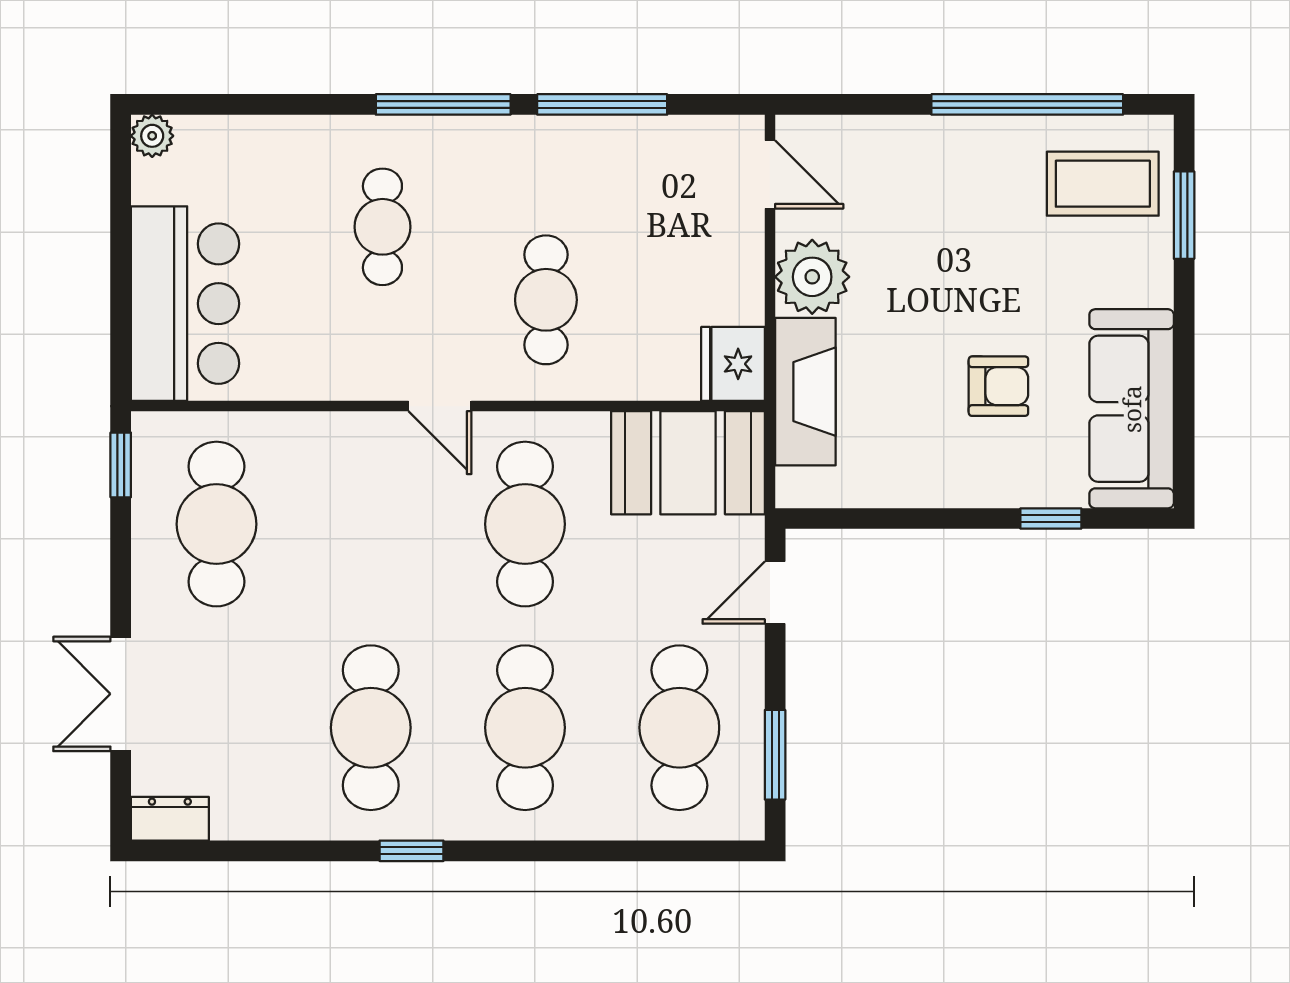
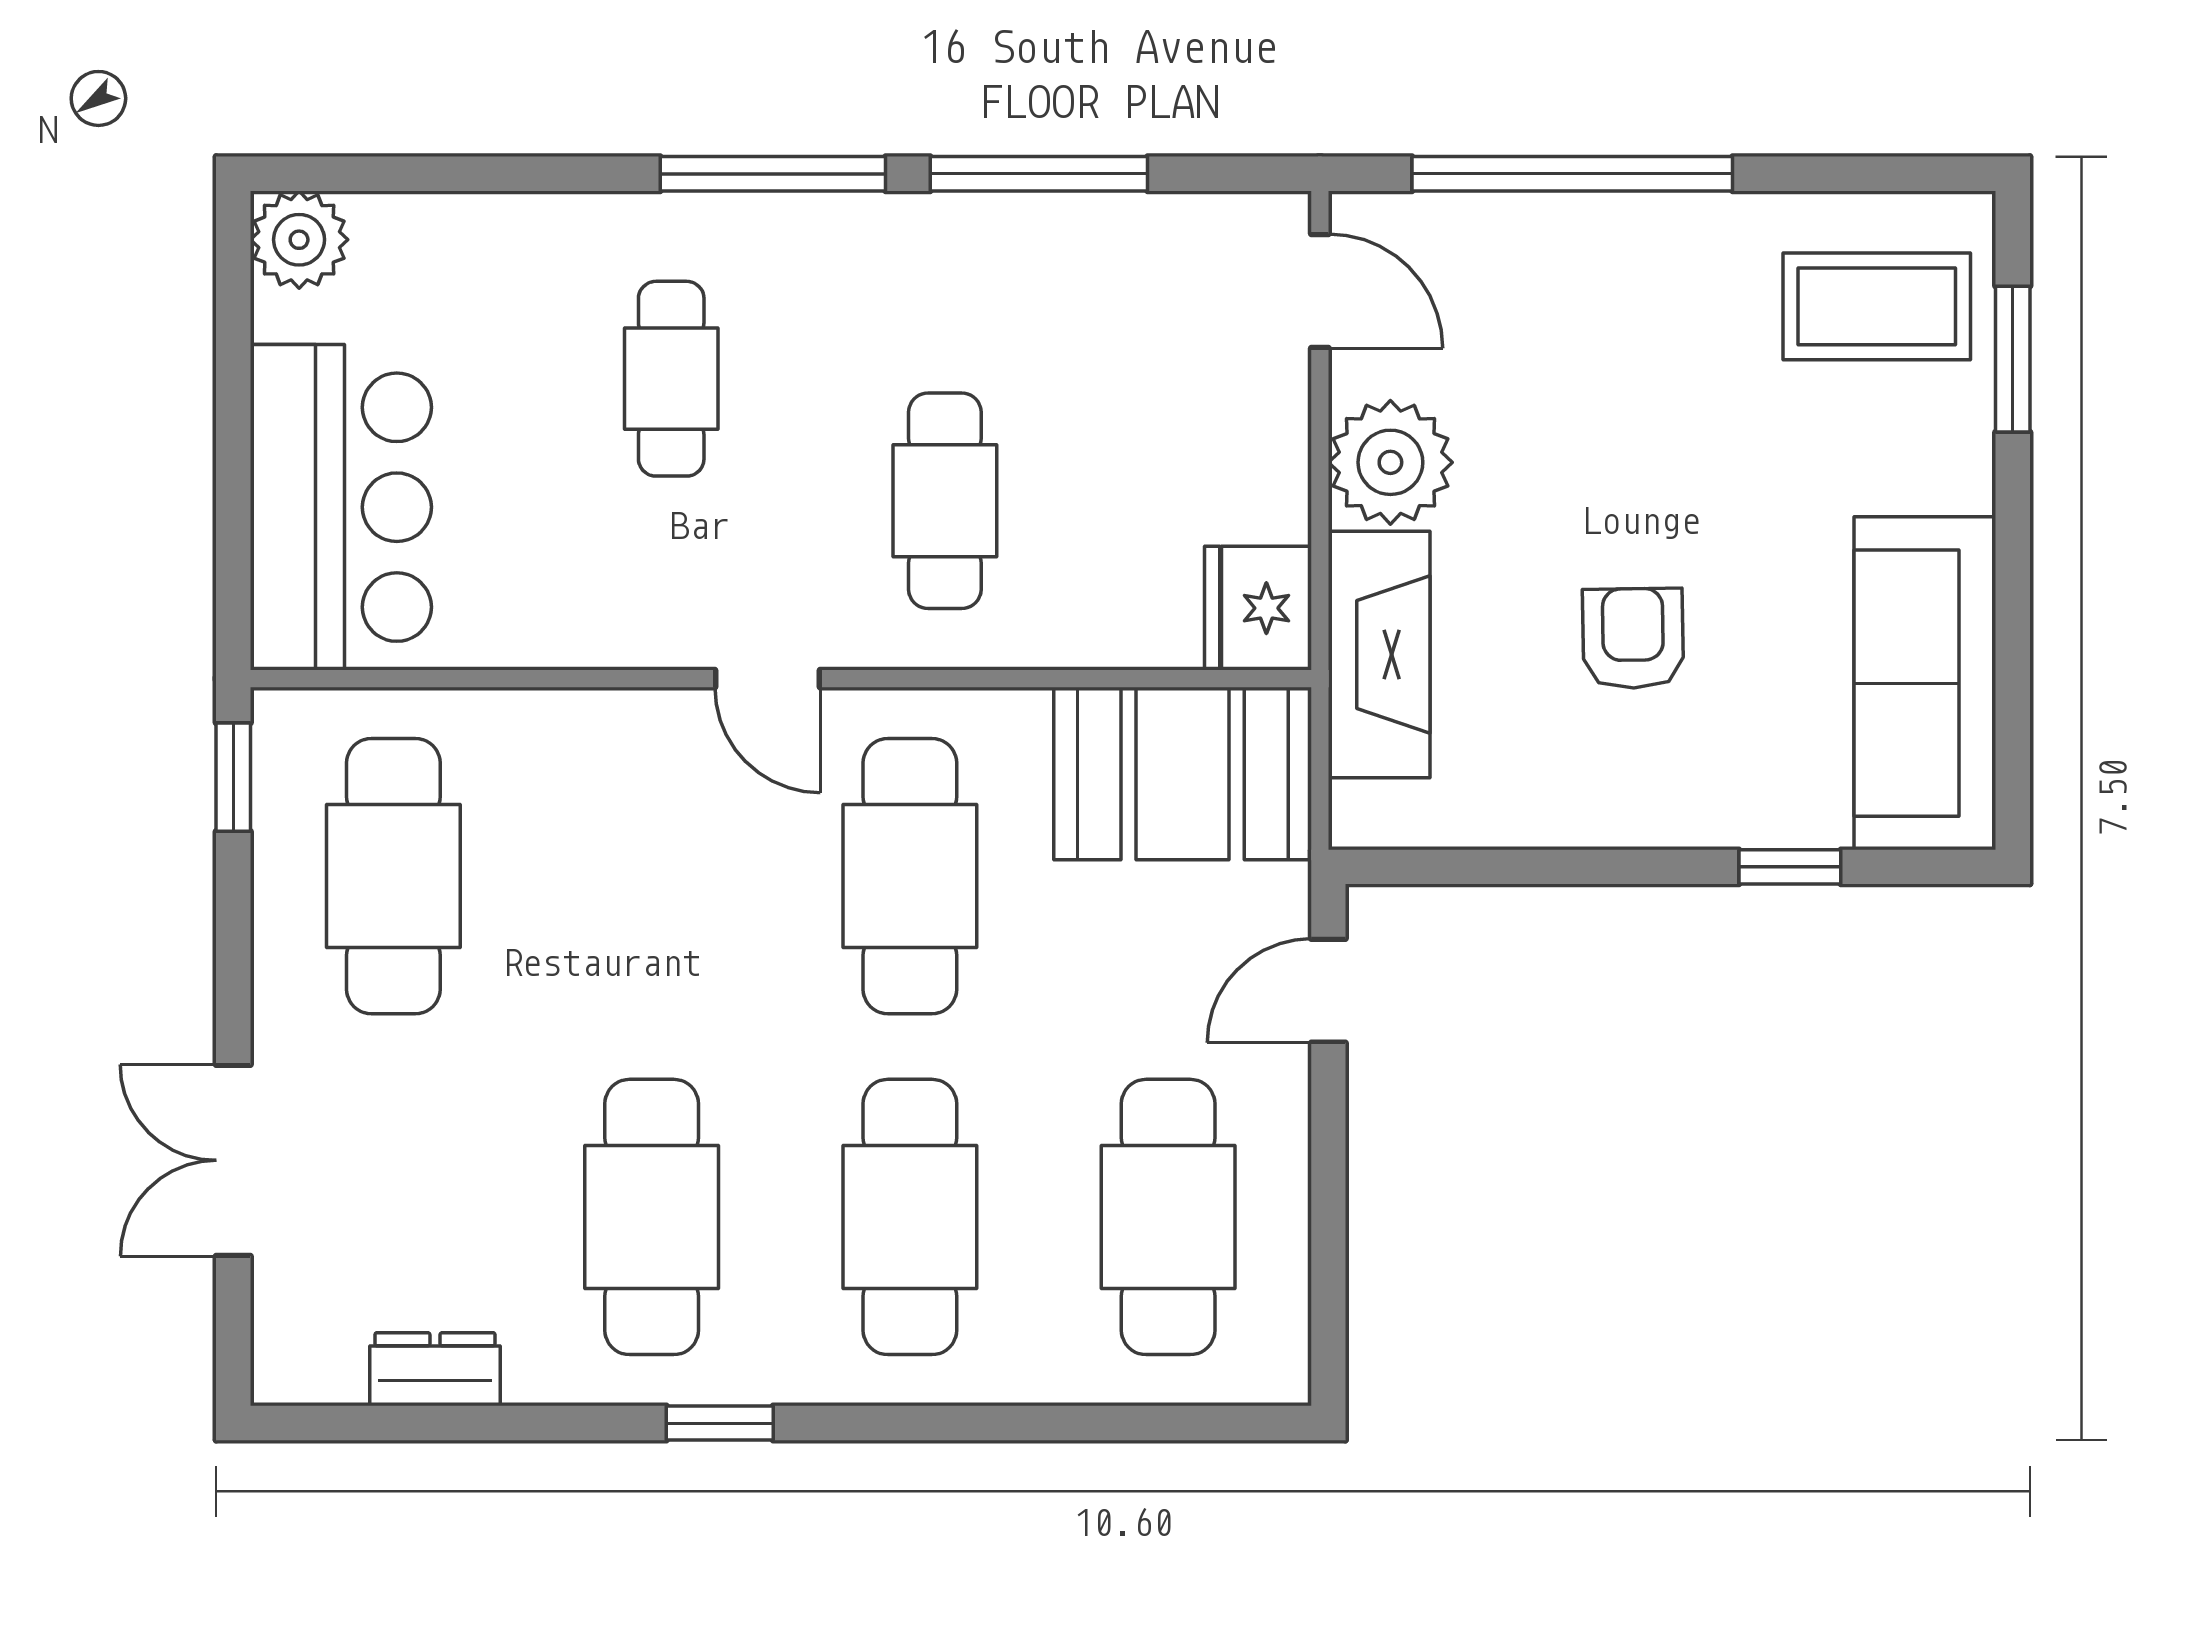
window: (1027, 104) -> (1572, 174), moved
plant: (152, 136) -> (299, 240), width x1.38, depth x1.38
armchair: (998, 386) -> (1633, 638), moved, turned -91
window: (775, 755) -> (1328, 1262), removed
dresser: (170, 819) -> (435, 1369), moved

